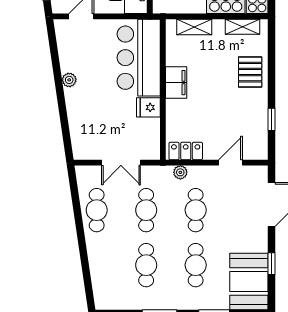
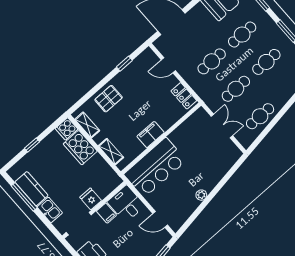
fridge: (148, 107) -> (178, 138), removed
plant: (180, 172) -> (198, 88), removed

